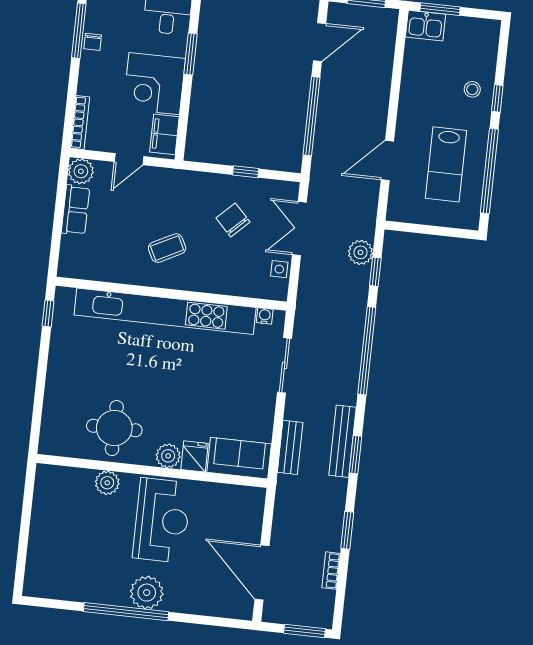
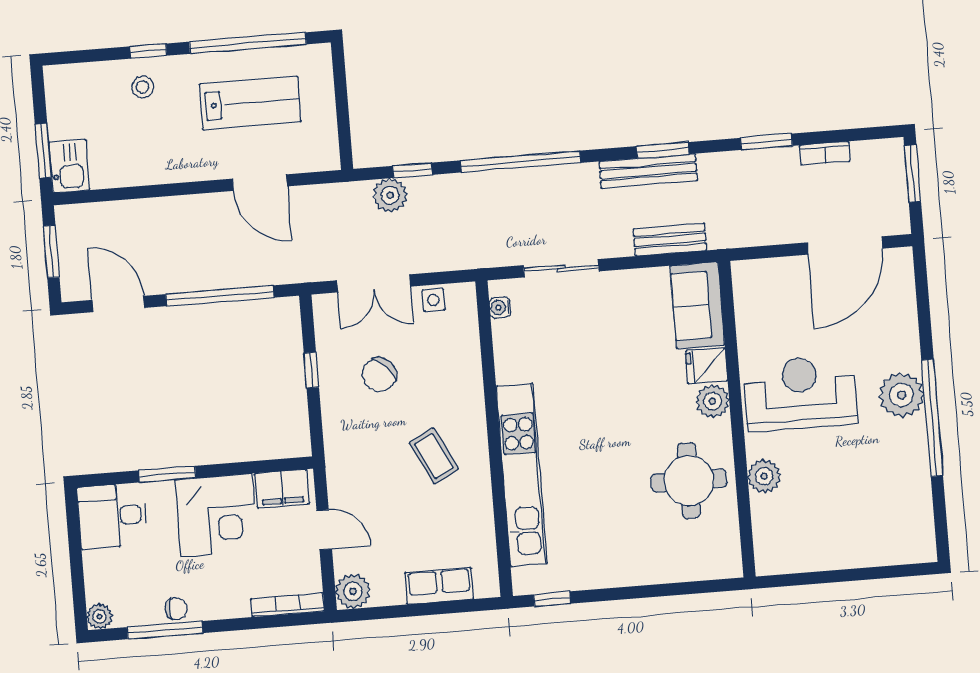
row of seats: (76, 210) -> (439, 586), moved
kitchen unit: (165, 311) -> (522, 475), width x0.73

